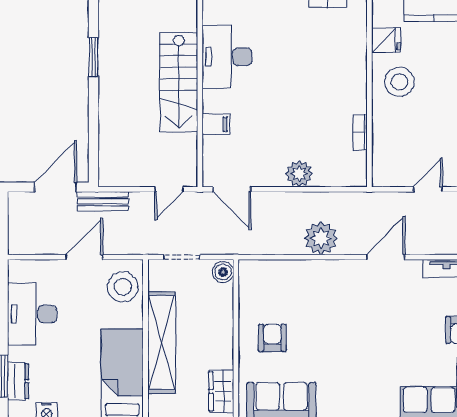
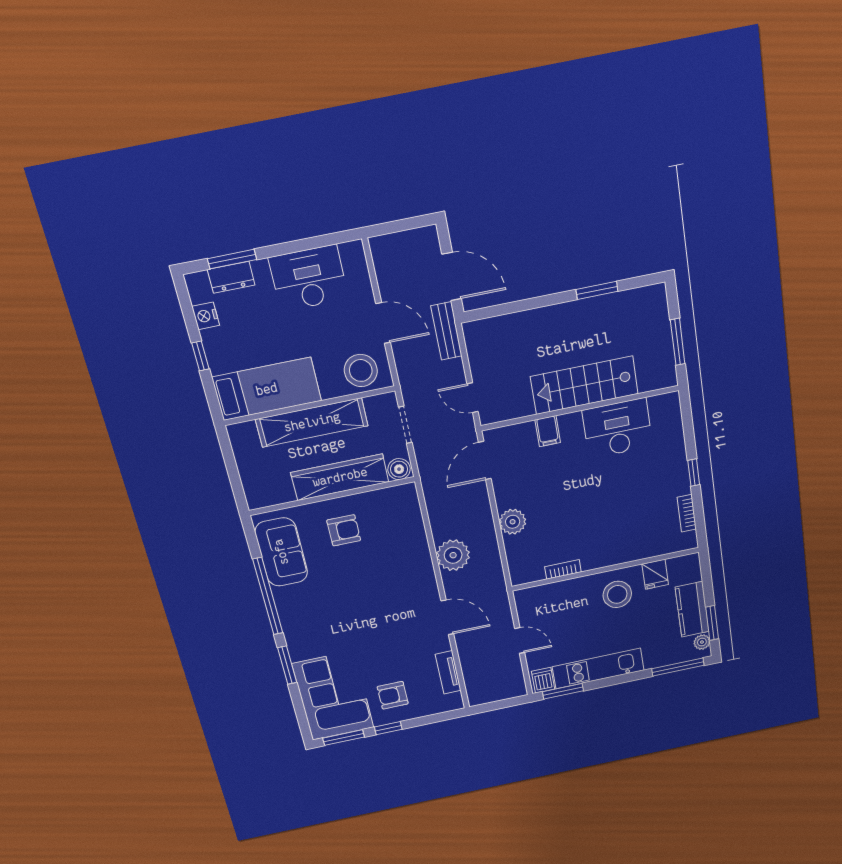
wardrobe: (221, 391) -> (340, 477), moved, width x2.10, depth x1.17

